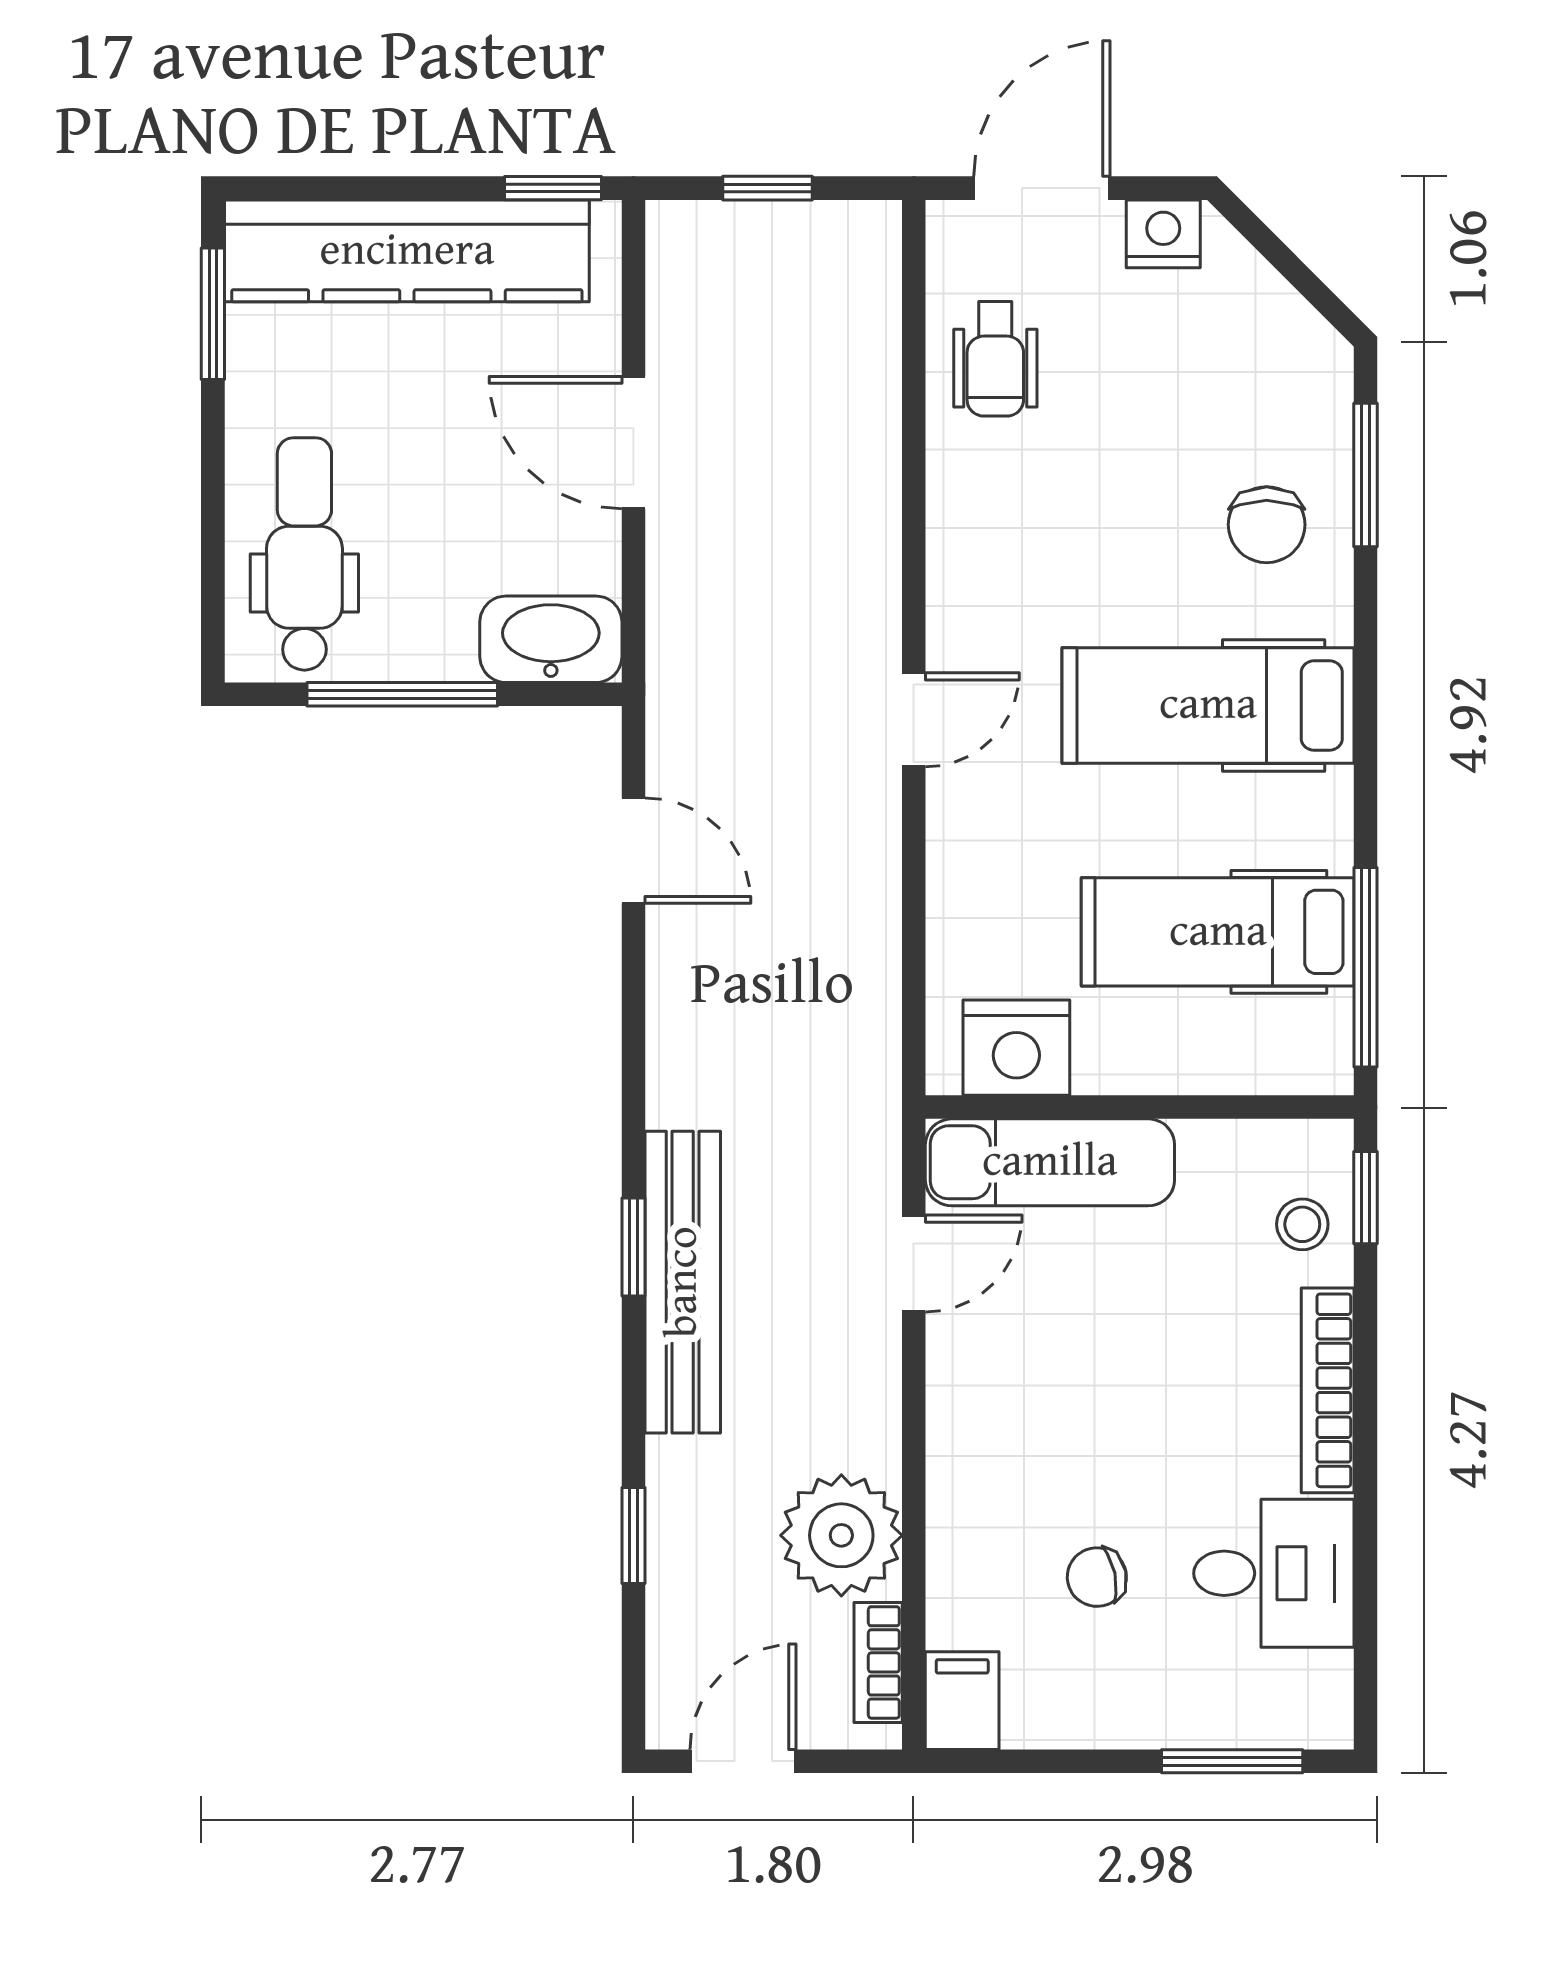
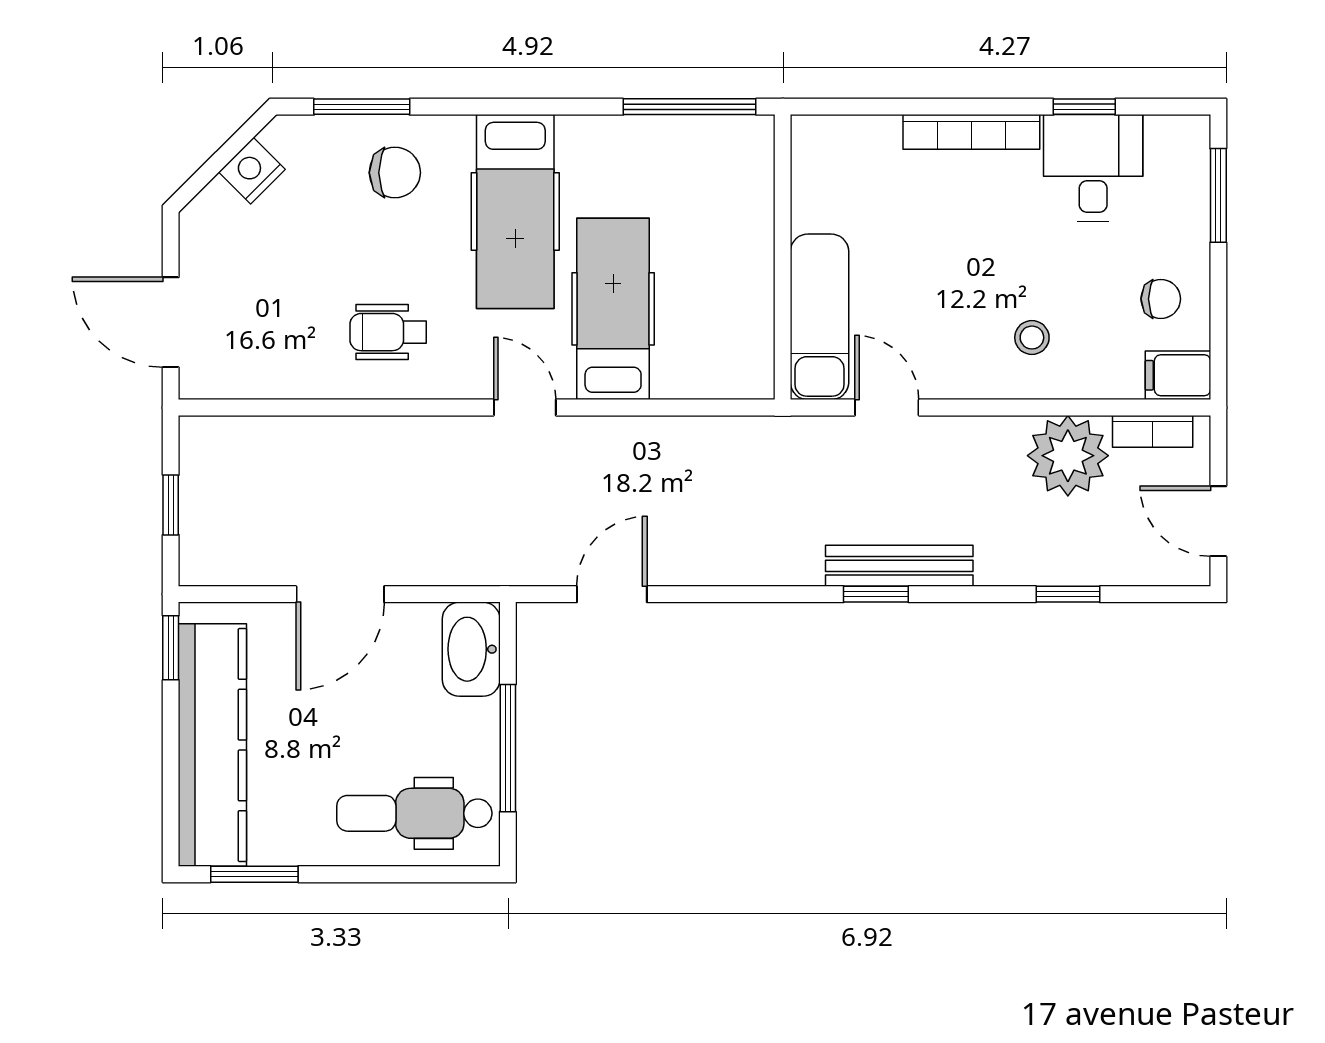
nightstand: (1163, 234) -> (252, 171), moved, turned 45
wheelchair: (995, 359) -> (388, 332), moved, turned 180
hospital bed: (1218, 932) -> (613, 309), moved, turned 180
nightstand: (1016, 1048) -> (743, 339), removed
window: (1366, 1198) -> (1084, 107), moved
stool: (1302, 1224) -> (1032, 338), moved
bench: (683, 1282) -> (899, 566), width x0.73, depth x0.82
chair: (1097, 1577) -> (1161, 299), moved, turned -78

